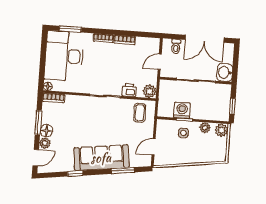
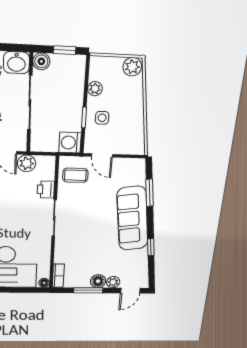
boiler: (225, 90) -> (41, 61), added
plant: (150, 91) -> (27, 163), moved
washing machine: (182, 110) -> (70, 143), moved
plant: (222, 130) -> (132, 67), moved
door: (154, 147) -> (102, 155), moved
door: (36, 158) -> (130, 291), swing flipped

